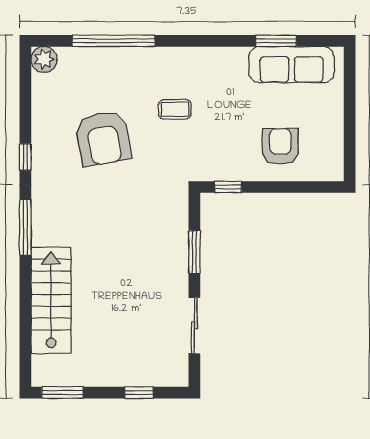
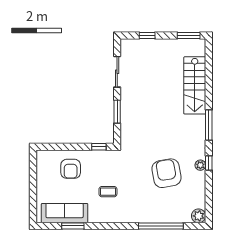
coffee table: (175, 109) -> (108, 192), moved
plant: (41, 153) -> (200, 165), added

